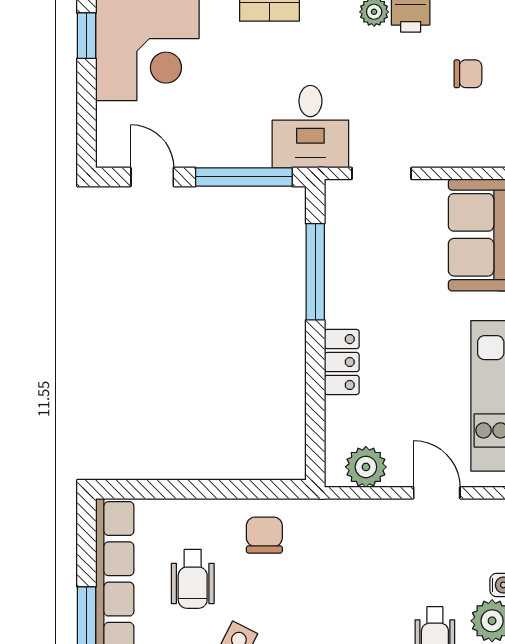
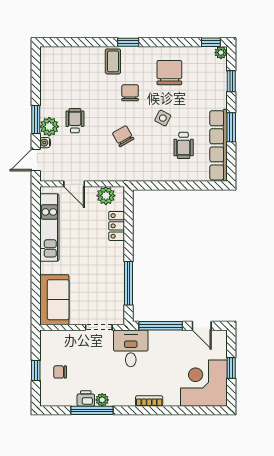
window: (87, 36) -> (231, 368), moved
locker: (342, 362) -> (117, 226), moved
chair: (264, 535) -> (123, 136), moved, turned 150
wheelchair: (193, 579) -> (184, 145), turned 180

